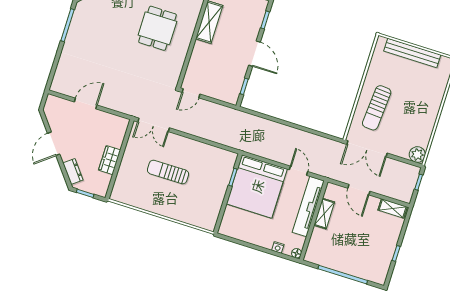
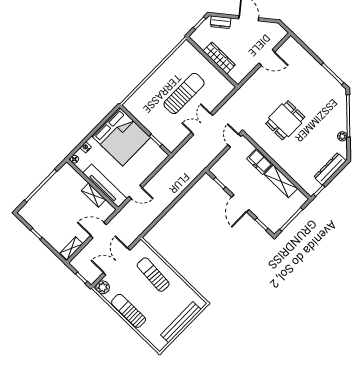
dining table: (157, 28) -> (285, 120), moved, turned 90
door: (254, 54) -> (240, 203), hinge flipped
freezer: (199, 55) -> (260, 161), added
door: (86, 104) -> (267, 58), hinge flipped
sun lounger: (428, 114) -> (129, 311), added
double door: (154, 125) -> (202, 124), moved
double door: (367, 149) -> (117, 261), moved
wardrobe: (110, 160) -> (219, 58), width x1.50
sun lounger: (168, 172) -> (184, 93), width x1.36, depth x1.34
bed: (257, 186) -> (121, 137), moved, turned 180

